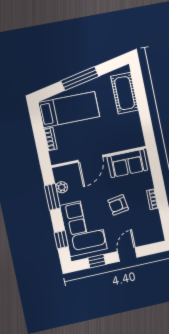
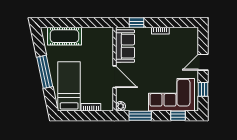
window: (156, 171) -> (137, 23), added
plant: (62, 187) -> (120, 106), moved
armchair: (118, 205) -> (159, 61), removed
door: (127, 254) -> (203, 62), hinge flipped

